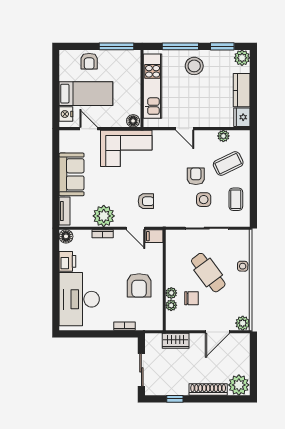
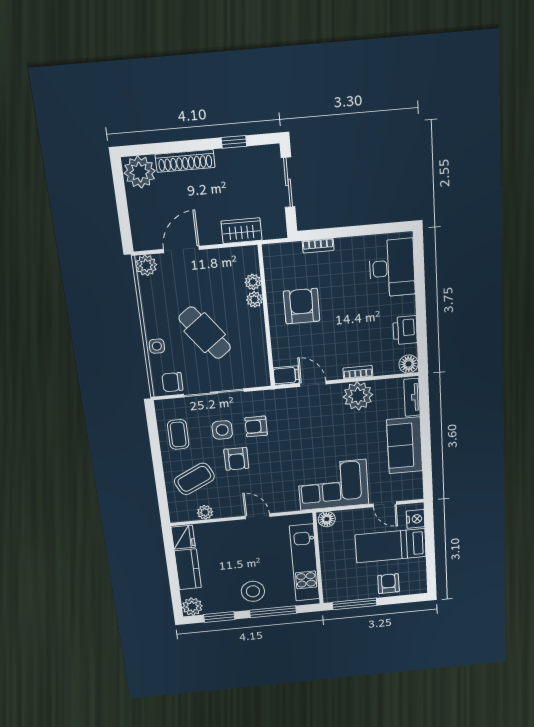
armchair: (146, 201) -> (256, 426), moved
chair: (192, 298) -> (172, 382), moved
desk: (79, 299) -> (392, 268), width x0.73, depth x0.77

